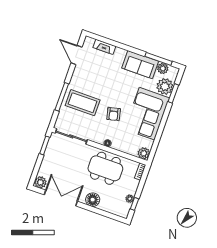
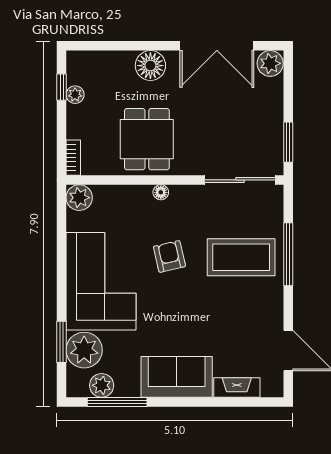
sofa: (140, 65) -> (177, 377), moved
dining table: (105, 168) -> (147, 139), width x0.73

